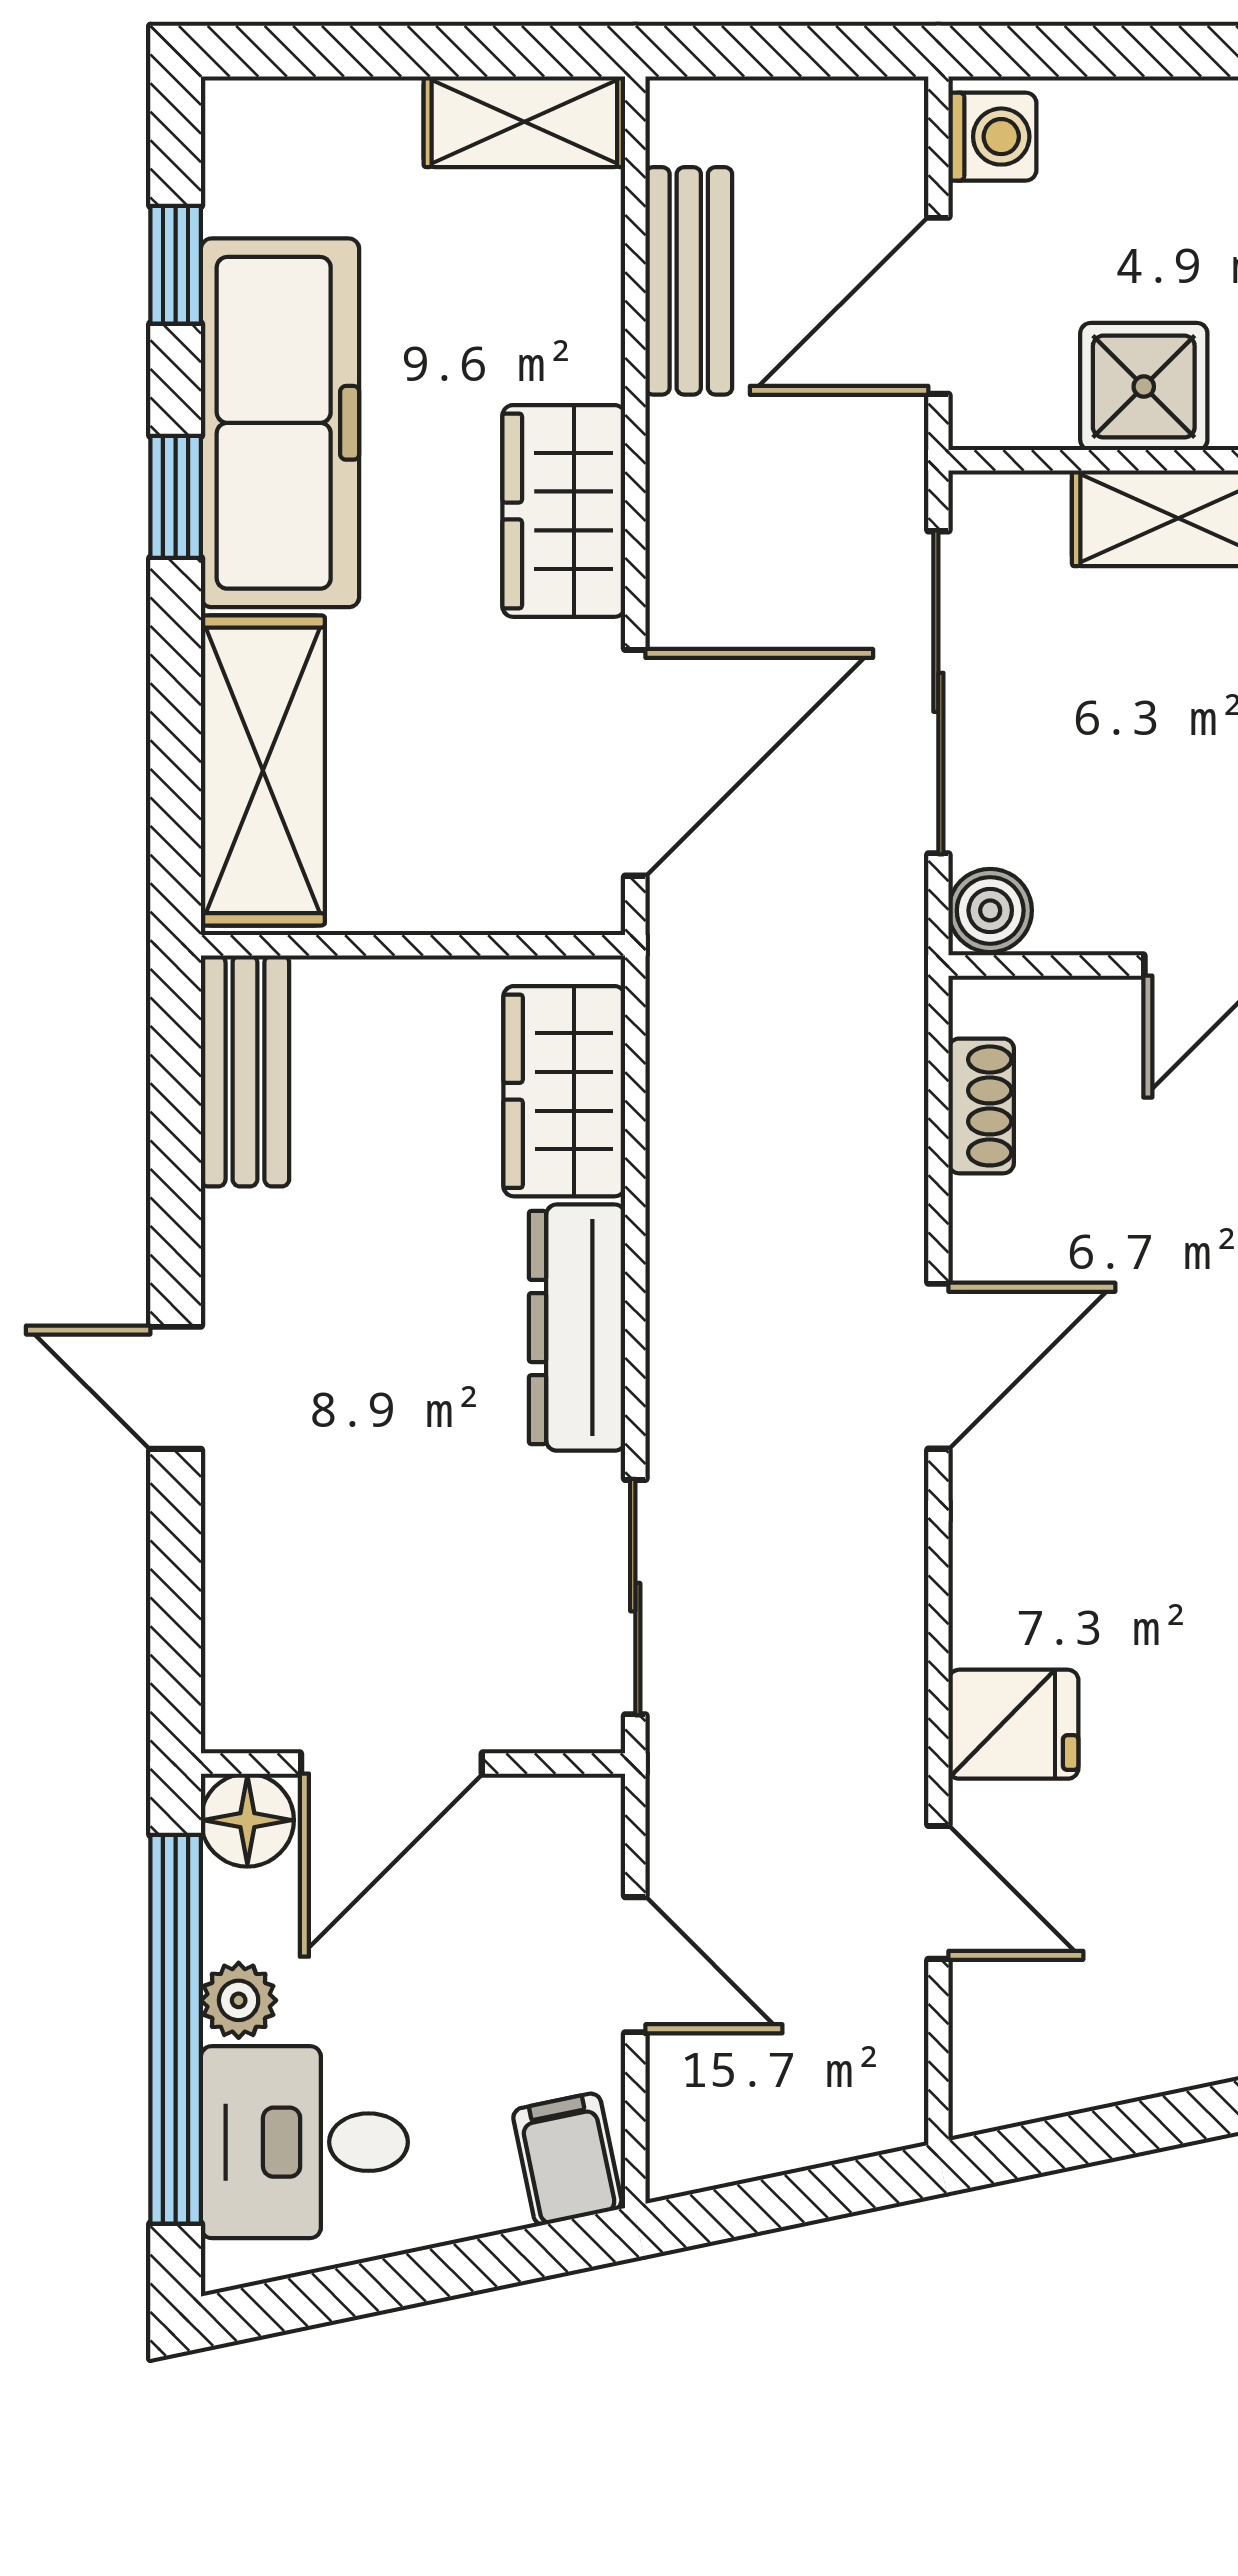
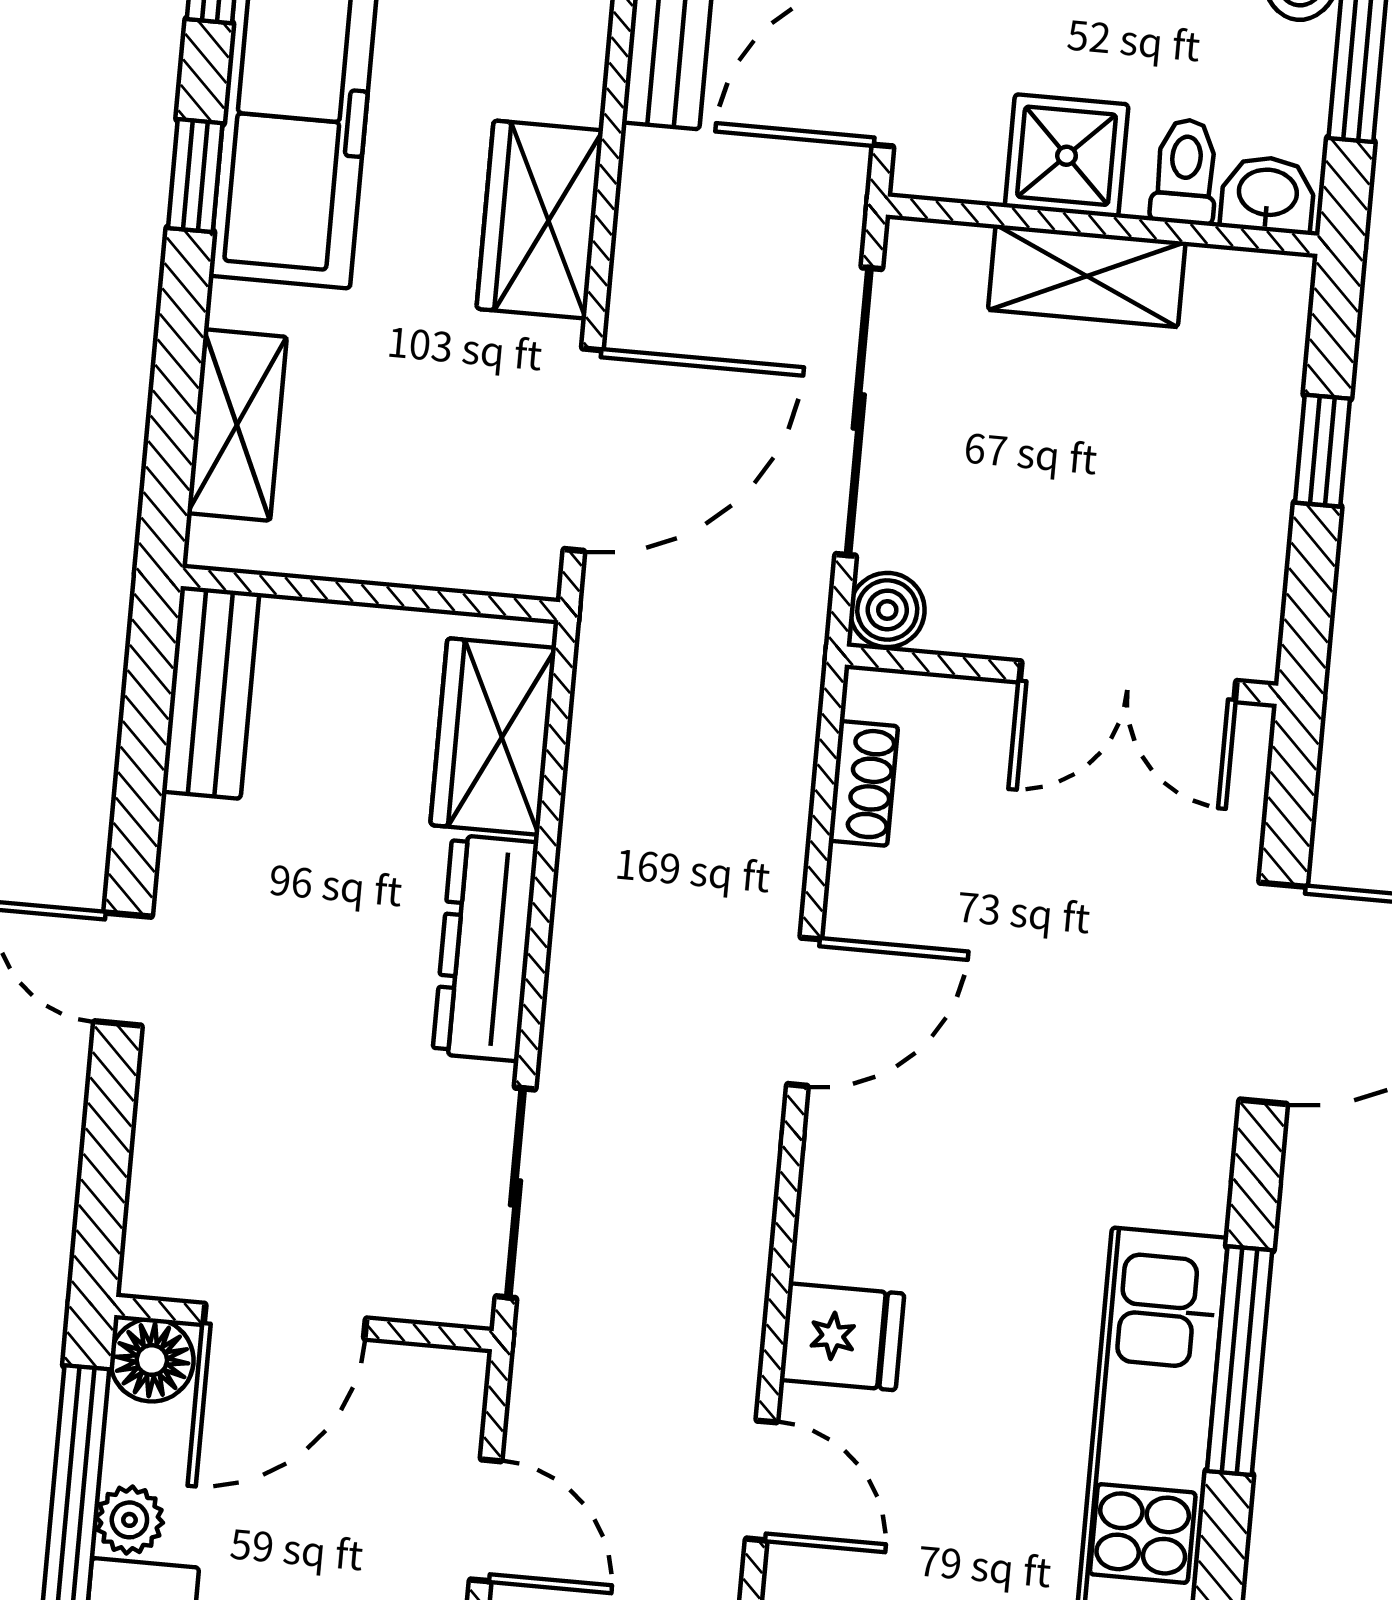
shelving: (263, 770) -> (237, 425), width x0.67, depth x0.75

